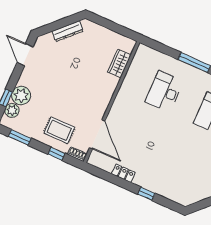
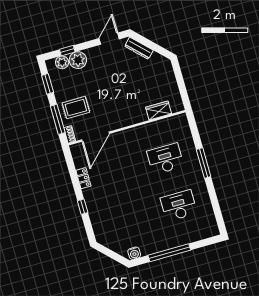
dresser: (68, 31) -> (139, 48), moved
rug: (59, 130) -> (76, 108), turned 90
window: (56, 154) -> (58, 119), width x2.17

